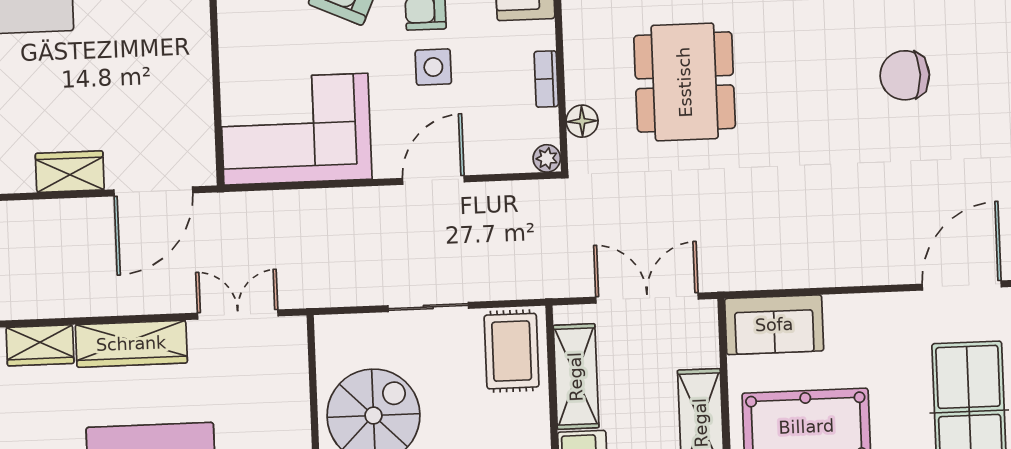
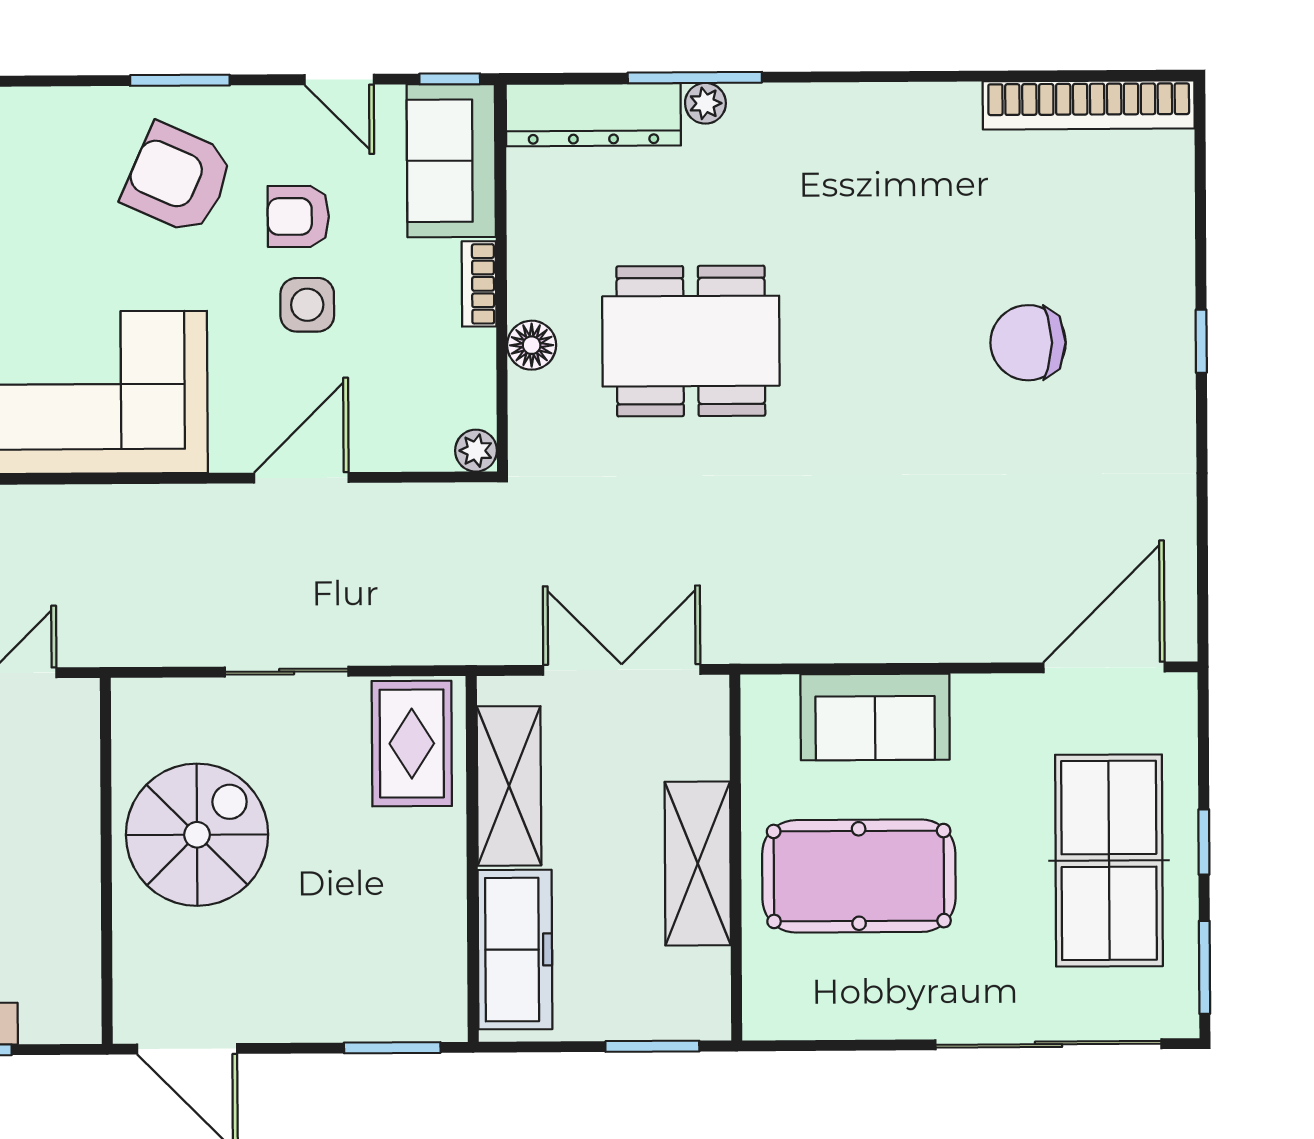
bookcase: (546, 79) -> (479, 284), moved
dining table: (685, 82) -> (691, 341), turned 90
floor lamp: (582, 121) -> (532, 345), moved
sofa: (774, 325) -> (875, 717), moved

